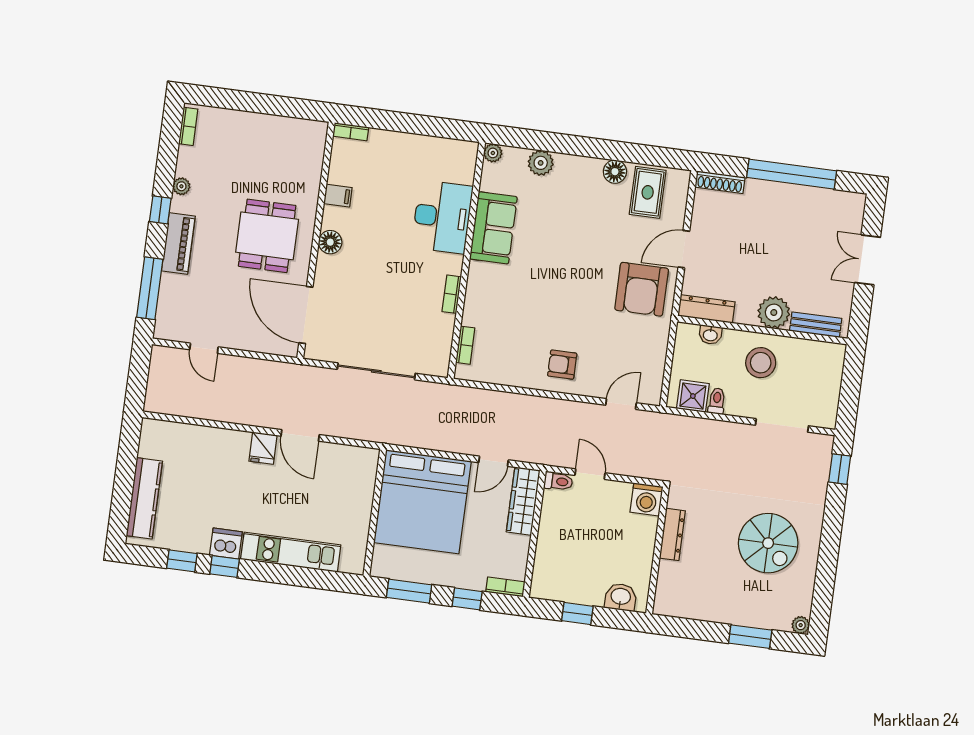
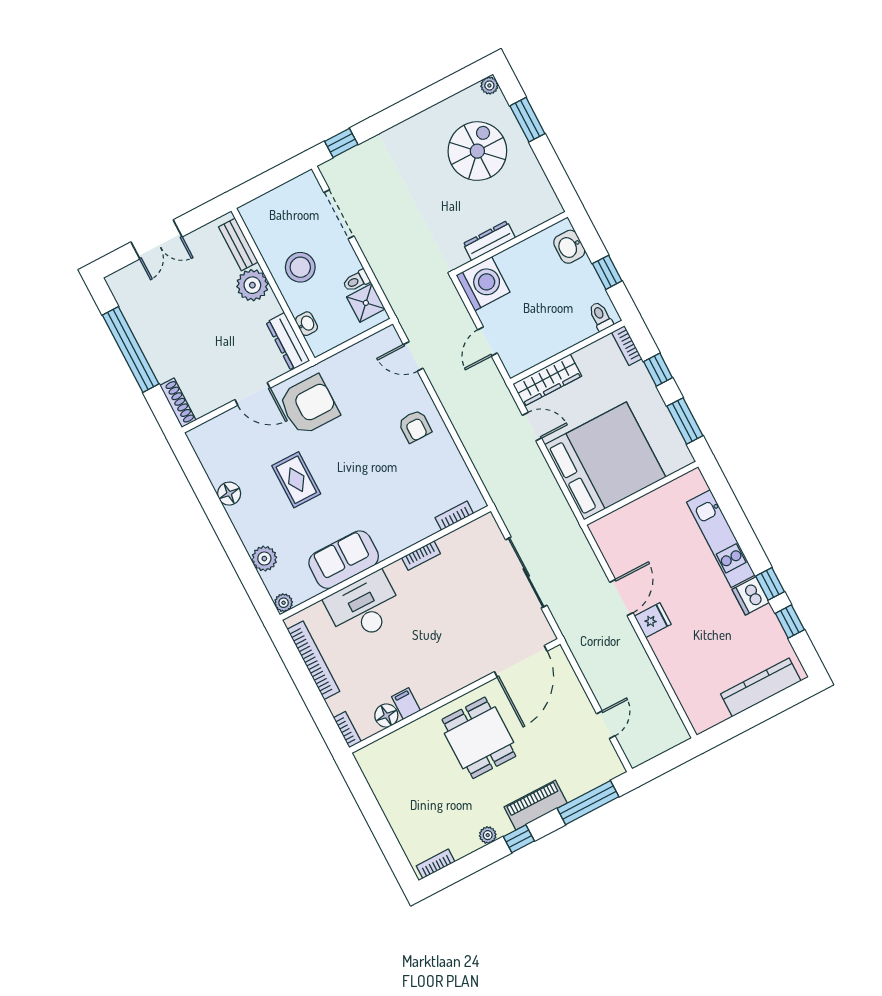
bookcase: (428, 144) -> (314, 660), added
rug: (648, 192) -> (296, 480), moved, turned 90
dining table: (267, 236) -> (479, 738), turned 90
floor lamp: (330, 242) -> (386, 716), moved
toilet: (558, 481) -> (601, 316), moved
washing machine: (647, 499) -> (483, 284), width x1.37, depth x1.37
spiral stairs: (768, 543) -> (477, 151), moved

